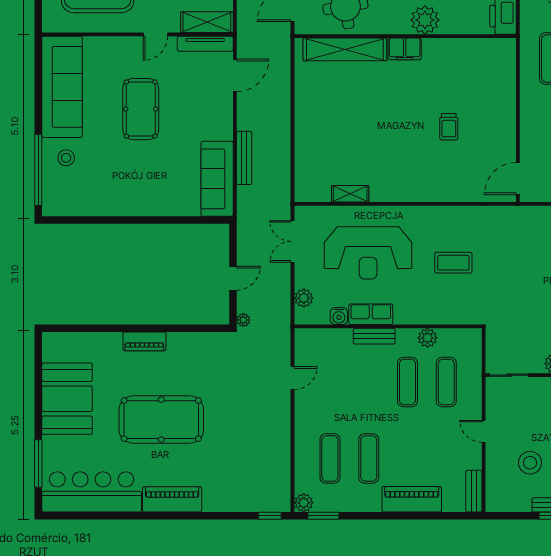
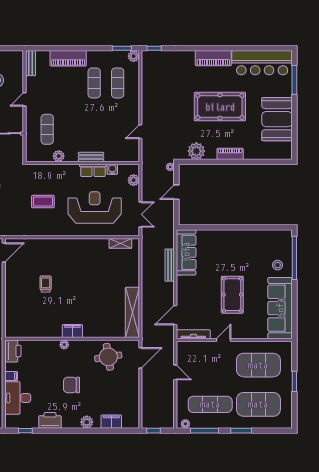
plant: (425, 20) -> (64, 345), width x0.53, depth x0.53
shelving: (207, 22) -> (192, 347), removed
shelving: (345, 49) -> (132, 312), moved, turned 90
shelving: (350, 194) -> (120, 243), moved
plant: (200, 346) -> (196, 151), added
exercise mat: (407, 382) -> (71, 129), removed
door: (484, 431) -> (25, 99), swing flipped

